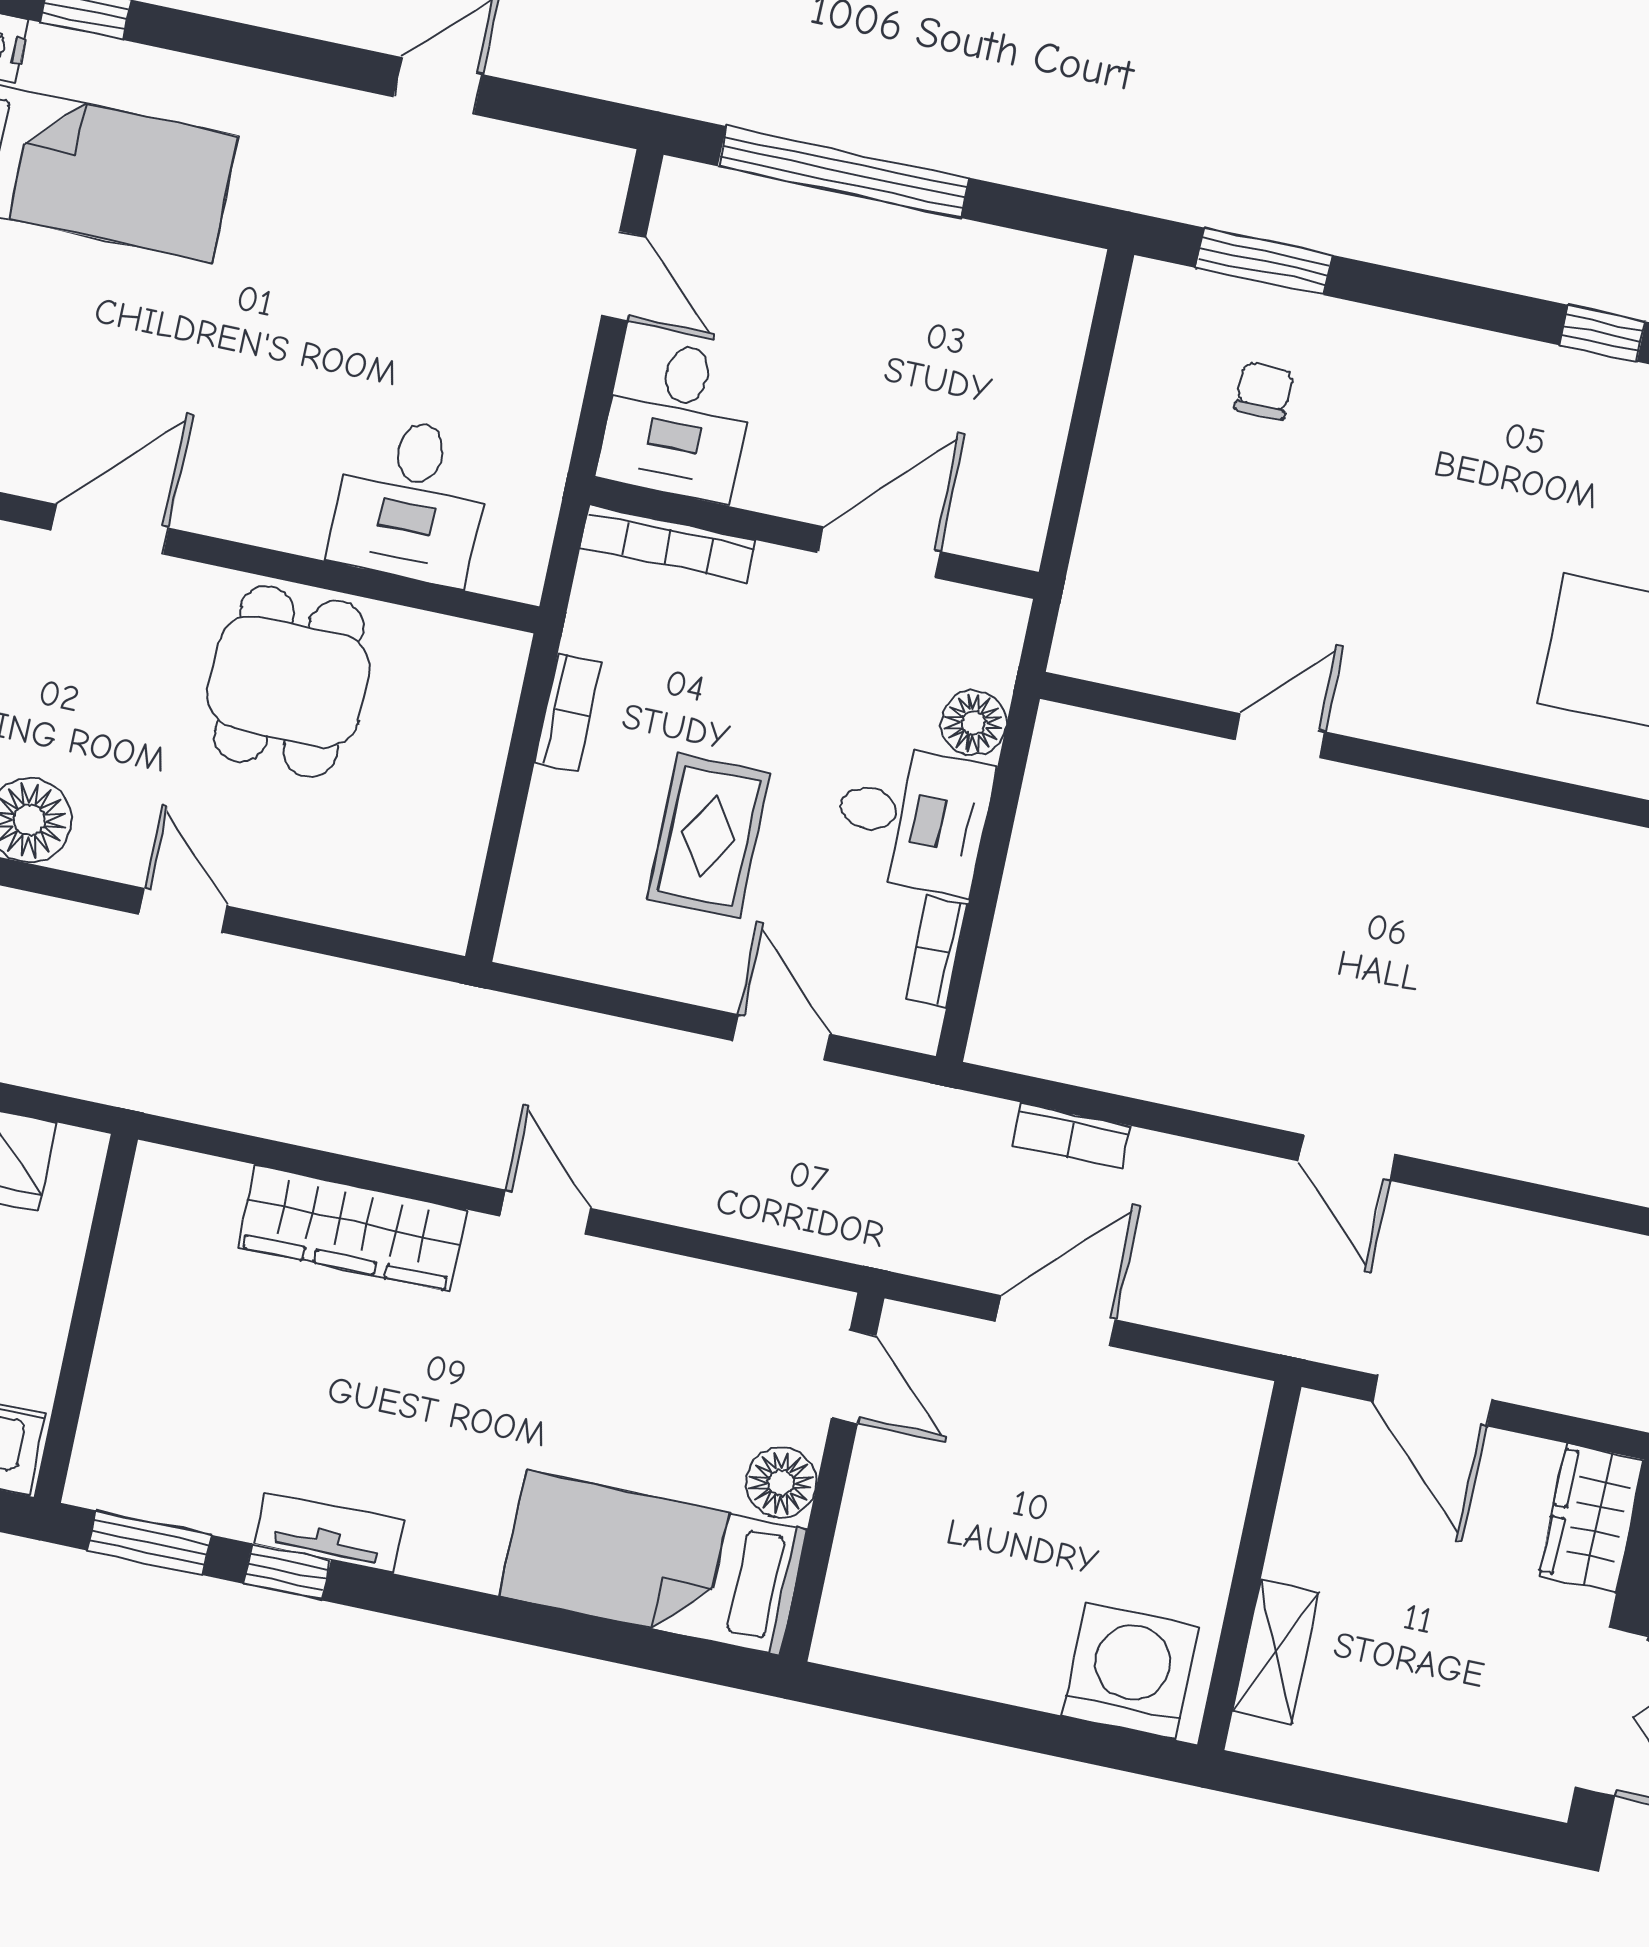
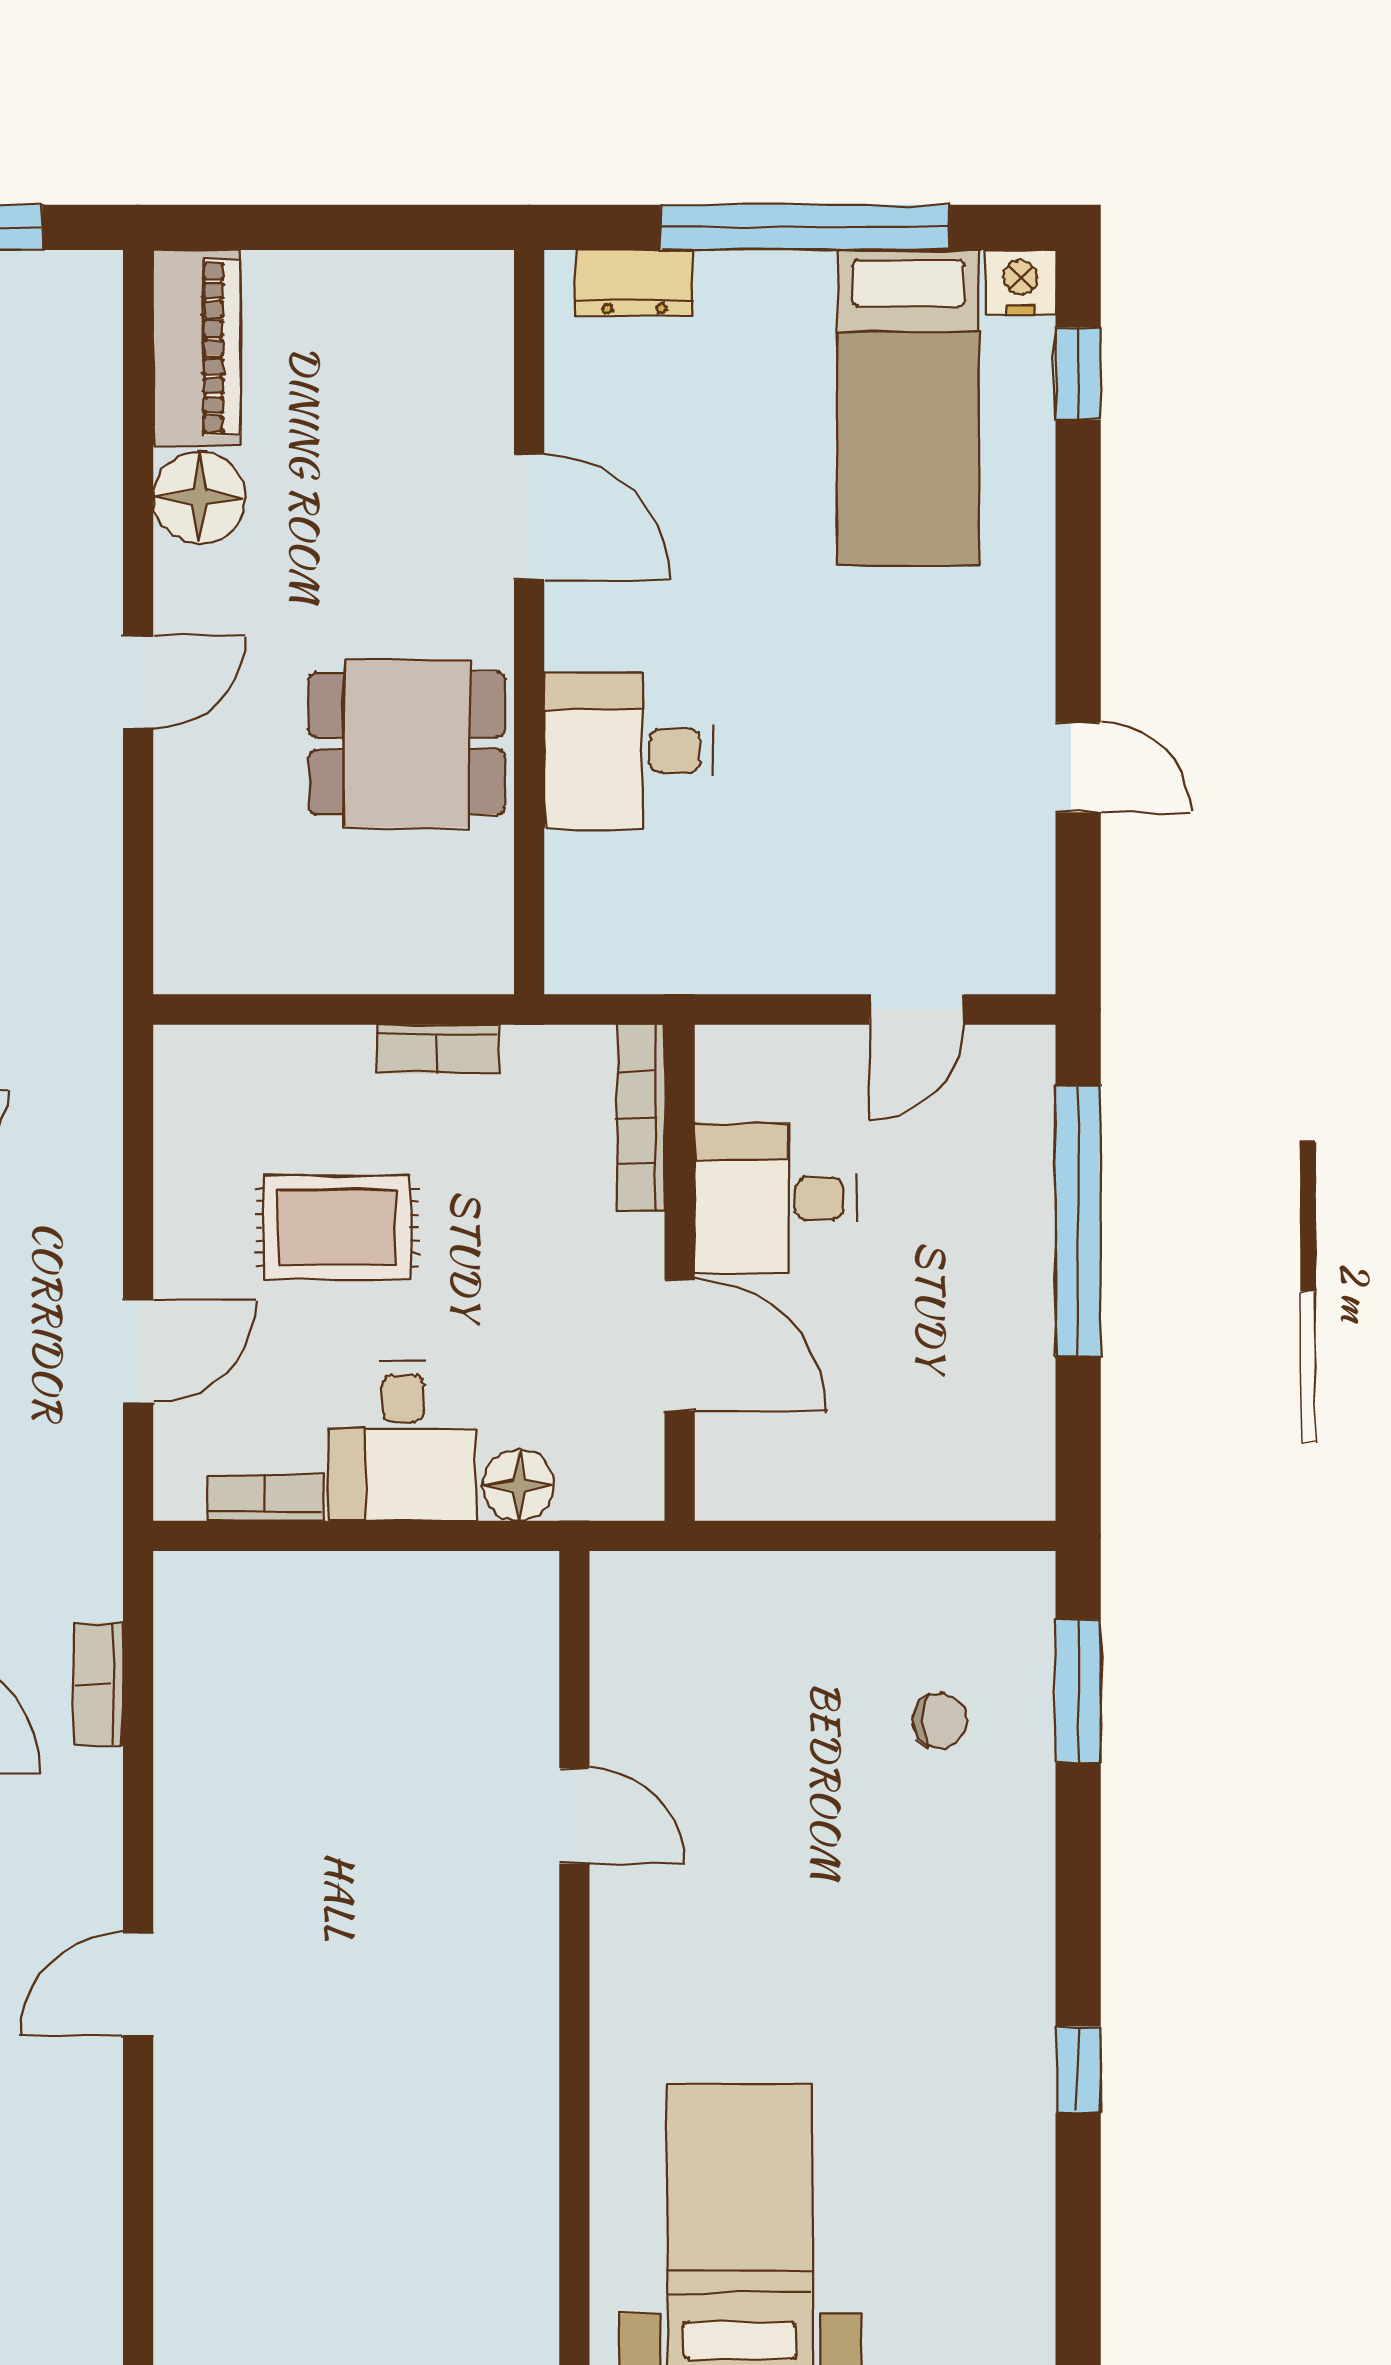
desk: (677, 420) -> (775, 1199), moved
desk: (410, 500) -> (629, 750), moved

